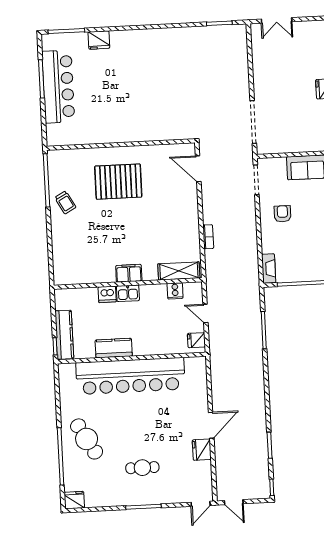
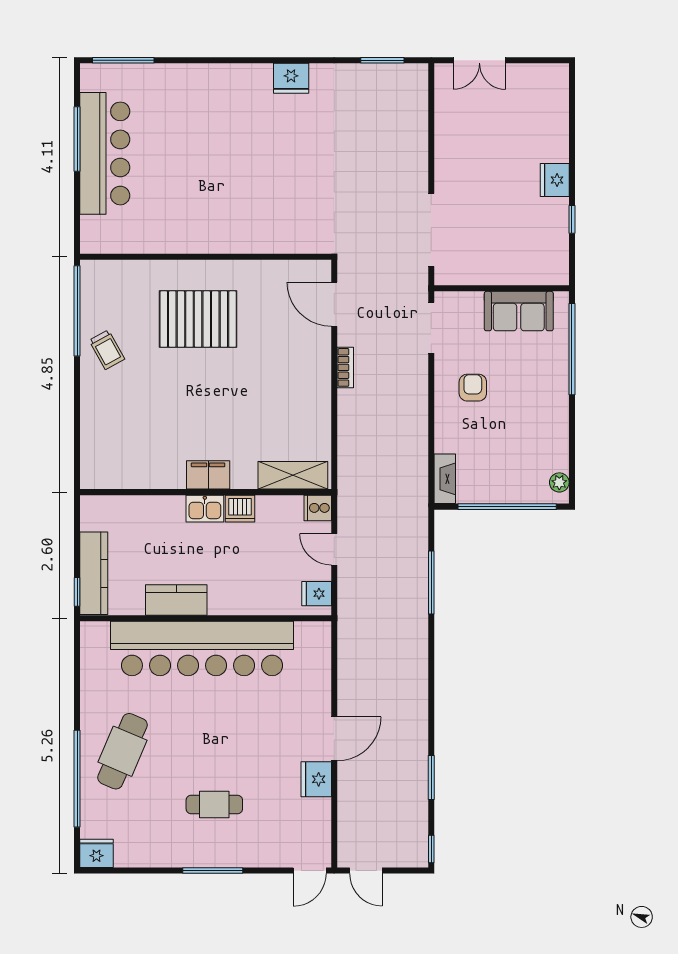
fridge: (99, 40) -> (291, 78), moved
bookcase: (208, 237) -> (345, 367), moved
cooker: (175, 291) -> (318, 508), moved, turned 90
dishwasher: (107, 294) -> (240, 509), moved
cafe table: (87, 439) -> (123, 751), turned 53

